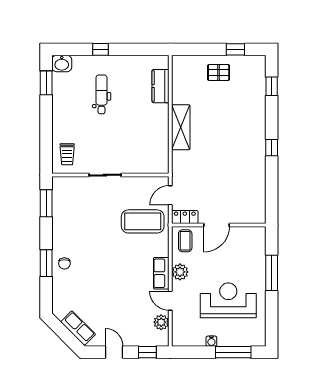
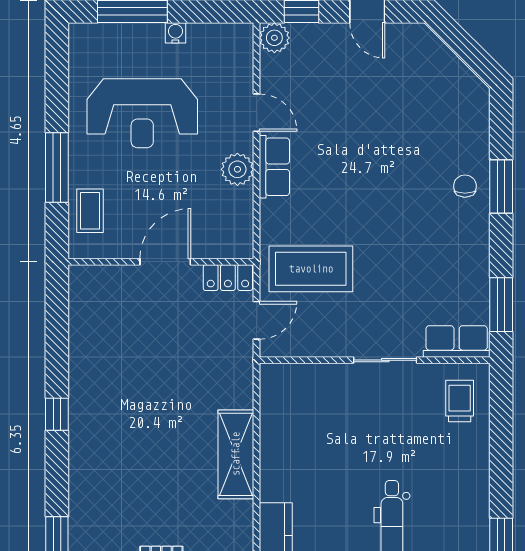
coffee table: (185, 241) -> (90, 211), moved
plant: (161, 322) -> (274, 38), moved
row of seats: (78, 328) -> (457, 341), moved, turned 135

